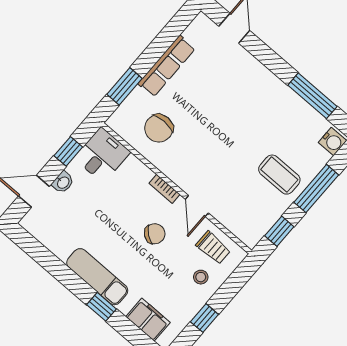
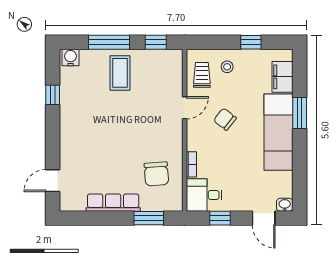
window: (312, 96) -> (53, 95), width x0.46
chair: (159, 128) -> (156, 174), turned 86
washbasin: (63, 182) -> (285, 205), moved
bookcase: (165, 189) -> (191, 164), moved
exam couch: (97, 277) -> (279, 132), width x1.36, depth x1.45
window: (102, 307) -> (300, 113), width x1.50

